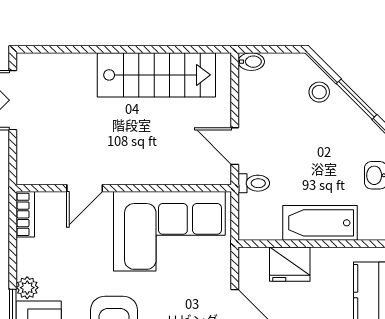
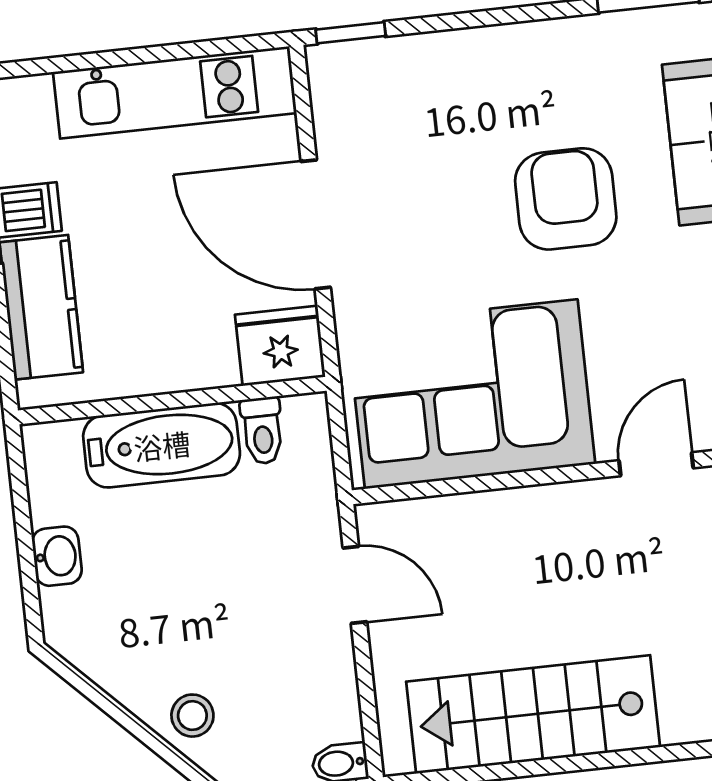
window: (357, 99) -> (114, 709), removed
toilet: (254, 183) -> (262, 431), moved, turned -90
fridge: (290, 264) -> (280, 346), moved

